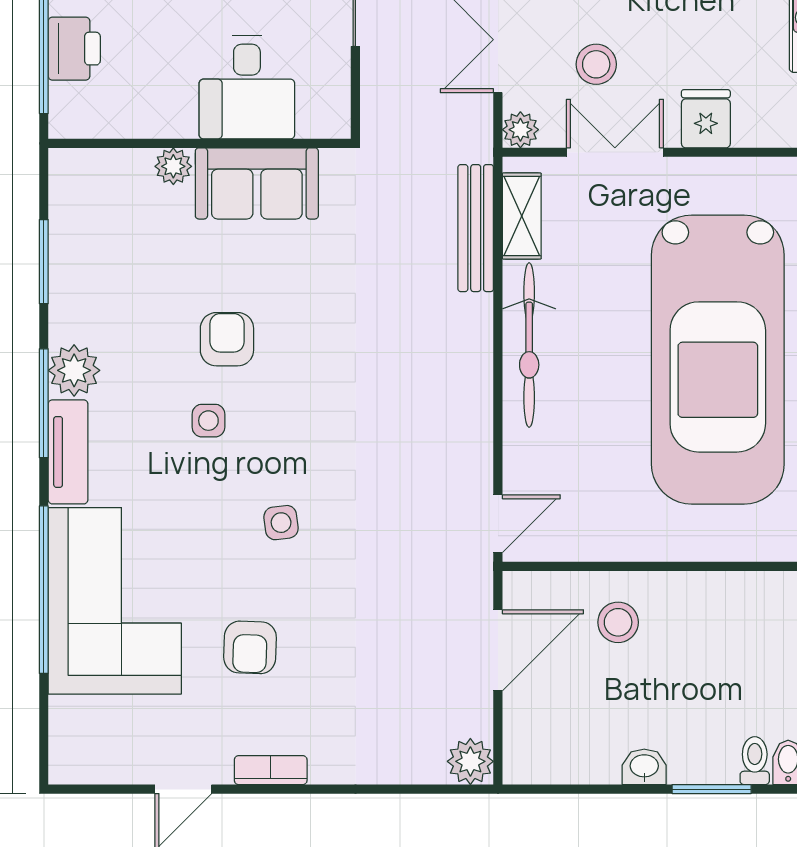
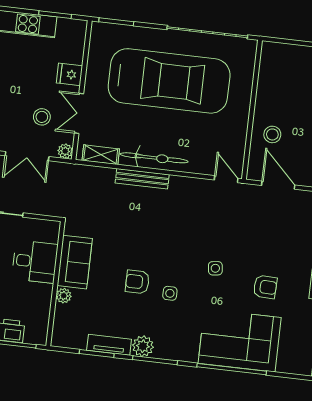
bench: (476, 228) -> (142, 179), moved
tv unit: (68, 452) -> (109, 345), moved

